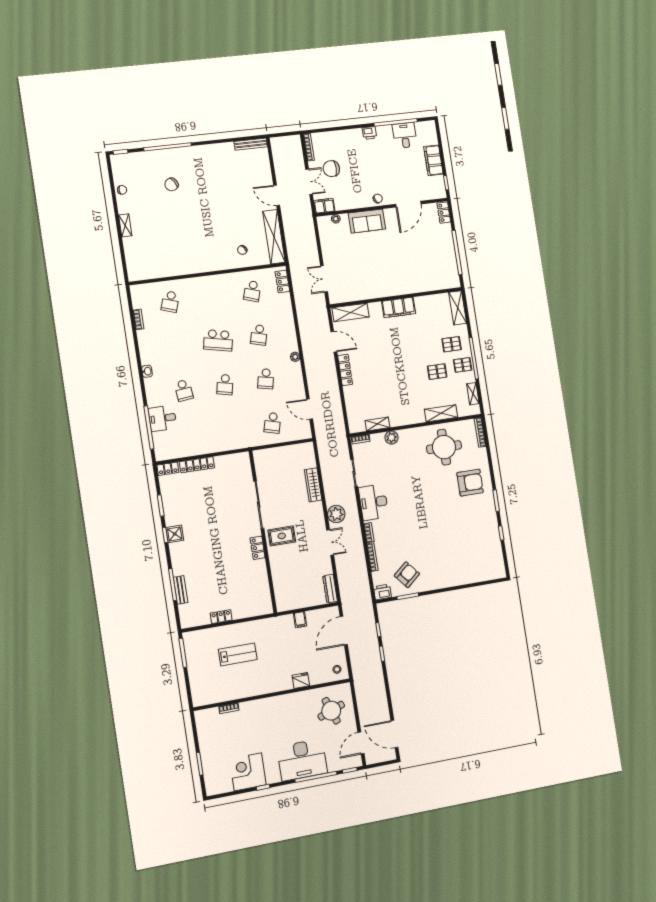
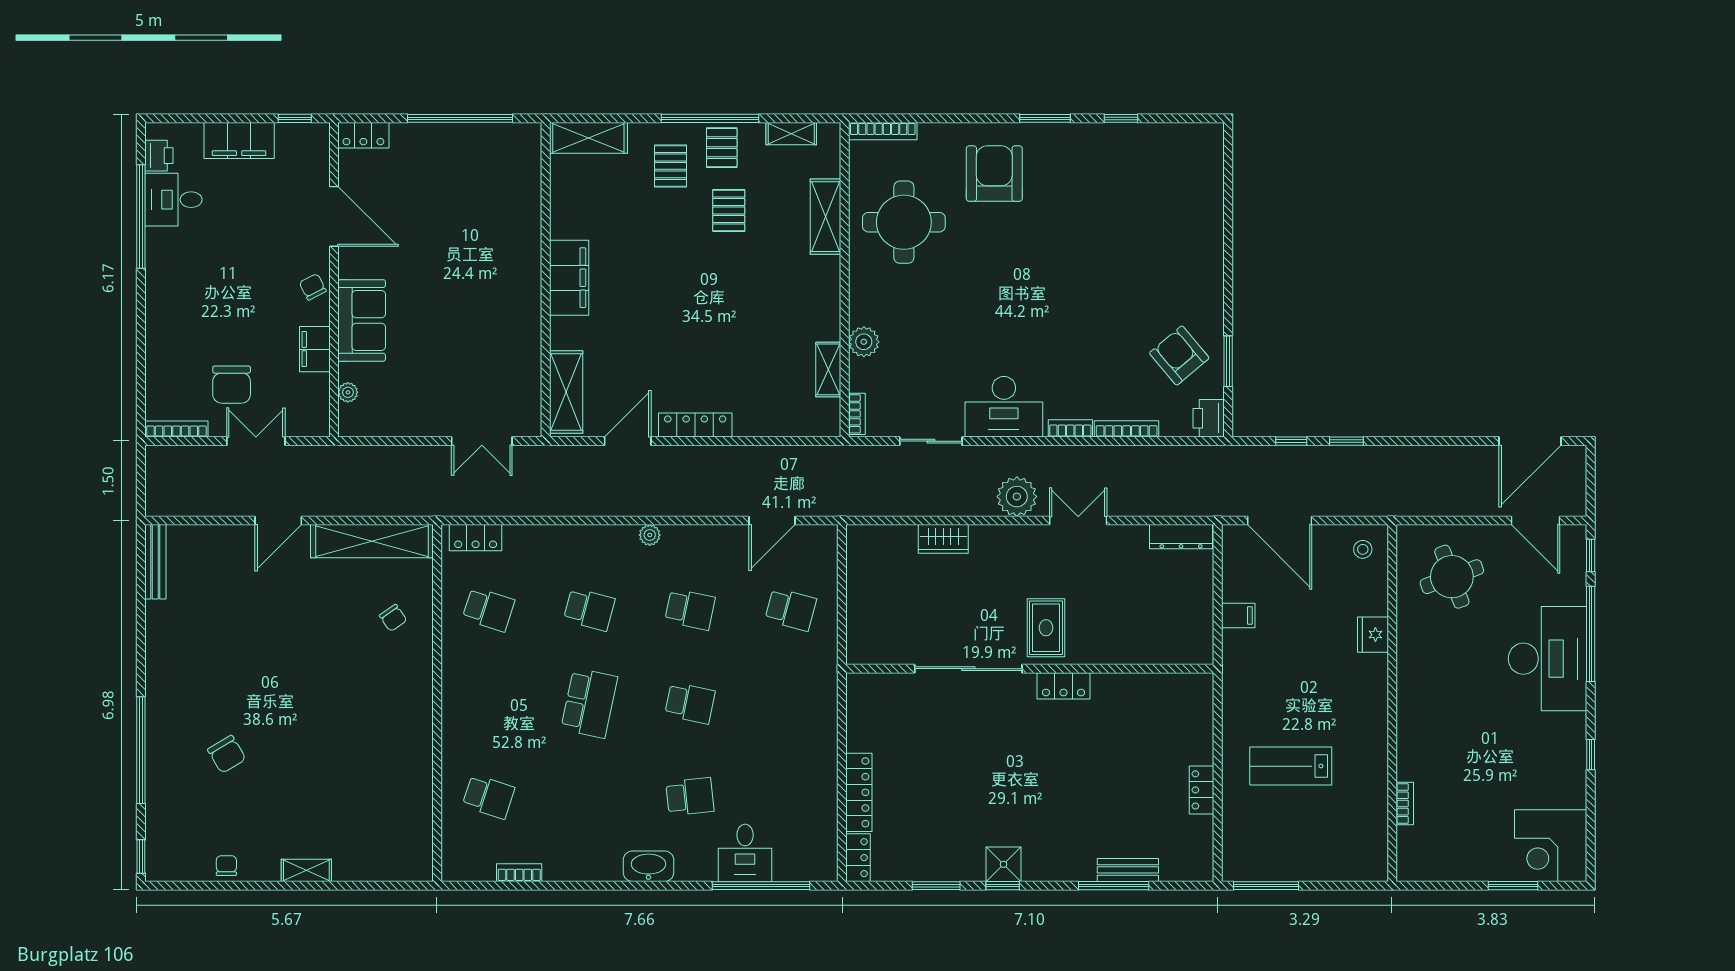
printer: (369, 133) -> (159, 156), moved
filing cabinet: (324, 206) -> (315, 349), moved
washbasin: (147, 371) -> (648, 866), width x1.91, depth x1.45
wardrobe: (313, 485) -> (943, 539), width x0.67
lab bench: (238, 654) -> (1291, 766), turned -90
corner desk: (248, 772) -> (1551, 846), moved

